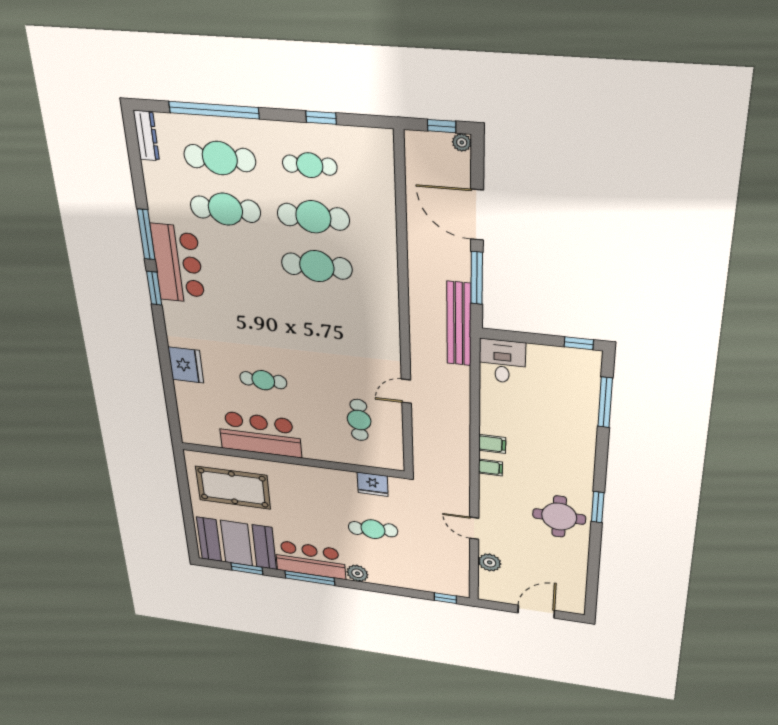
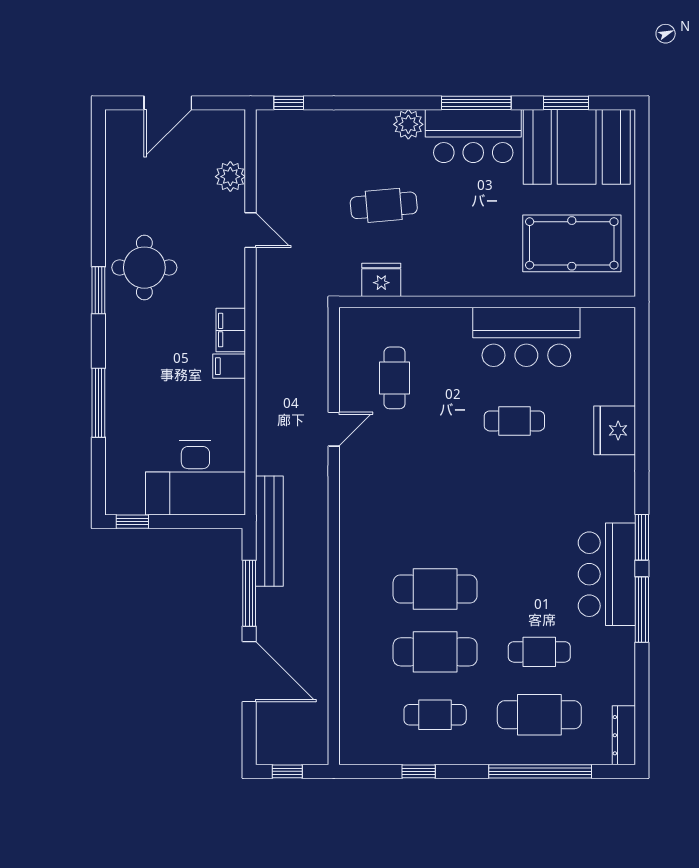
plant: (462, 142) -> (266, 755), removed
cafe table: (225, 209) -> (539, 652), width x0.73, depth x0.74
desk: (502, 361) -> (195, 478), width x1.87, depth x1.30
window: (605, 402) -> (98, 403), moved
filing cabinet: (491, 468) -> (231, 330), width x2.00

